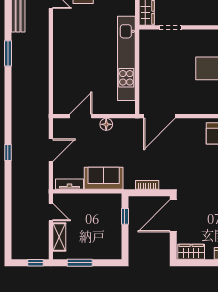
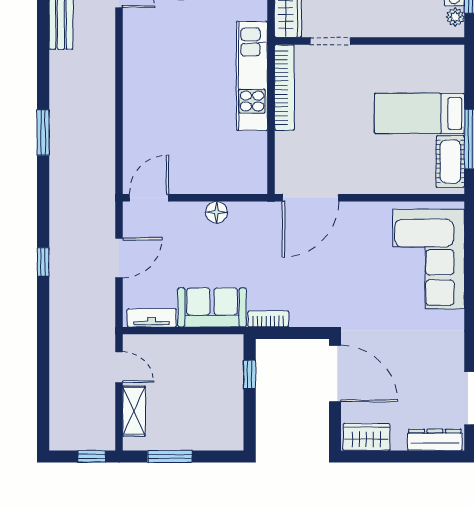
window: (8, 53) -> (43, 132), moved
bookcase: (145, 54) -> (284, 87), added
kitchen unit: (126, 58) -> (252, 76), width x0.73
door: (81, 116) -> (149, 198), moved
bookcase: (147, 185) -> (268, 319), moved
door: (173, 216) -> (335, 374), swing flipped

